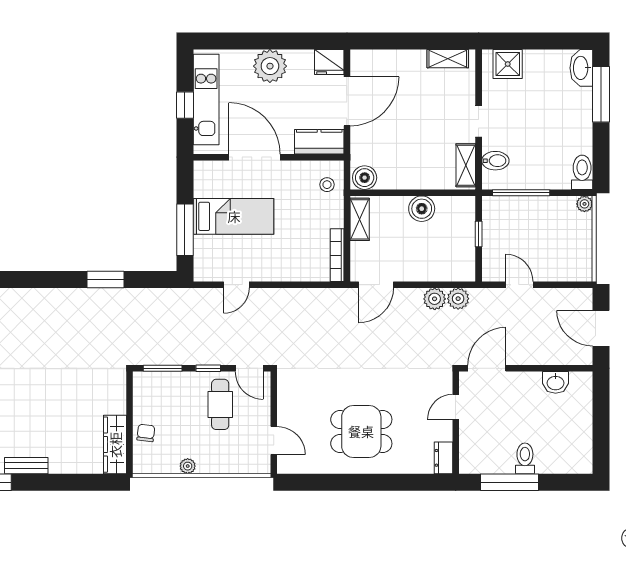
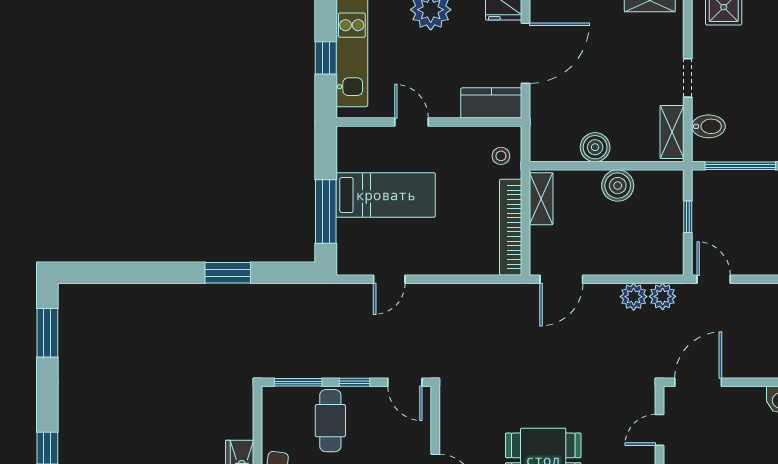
door: (255, 157) -> (412, 122), width x0.53
boiler: (365, 178) -> (595, 147), moved
bookcase: (337, 255) -> (511, 227), width x1.48, depth x1.31
door: (519, 285) -> (714, 279), moved
cafe table: (220, 404) -> (330, 421), moved

